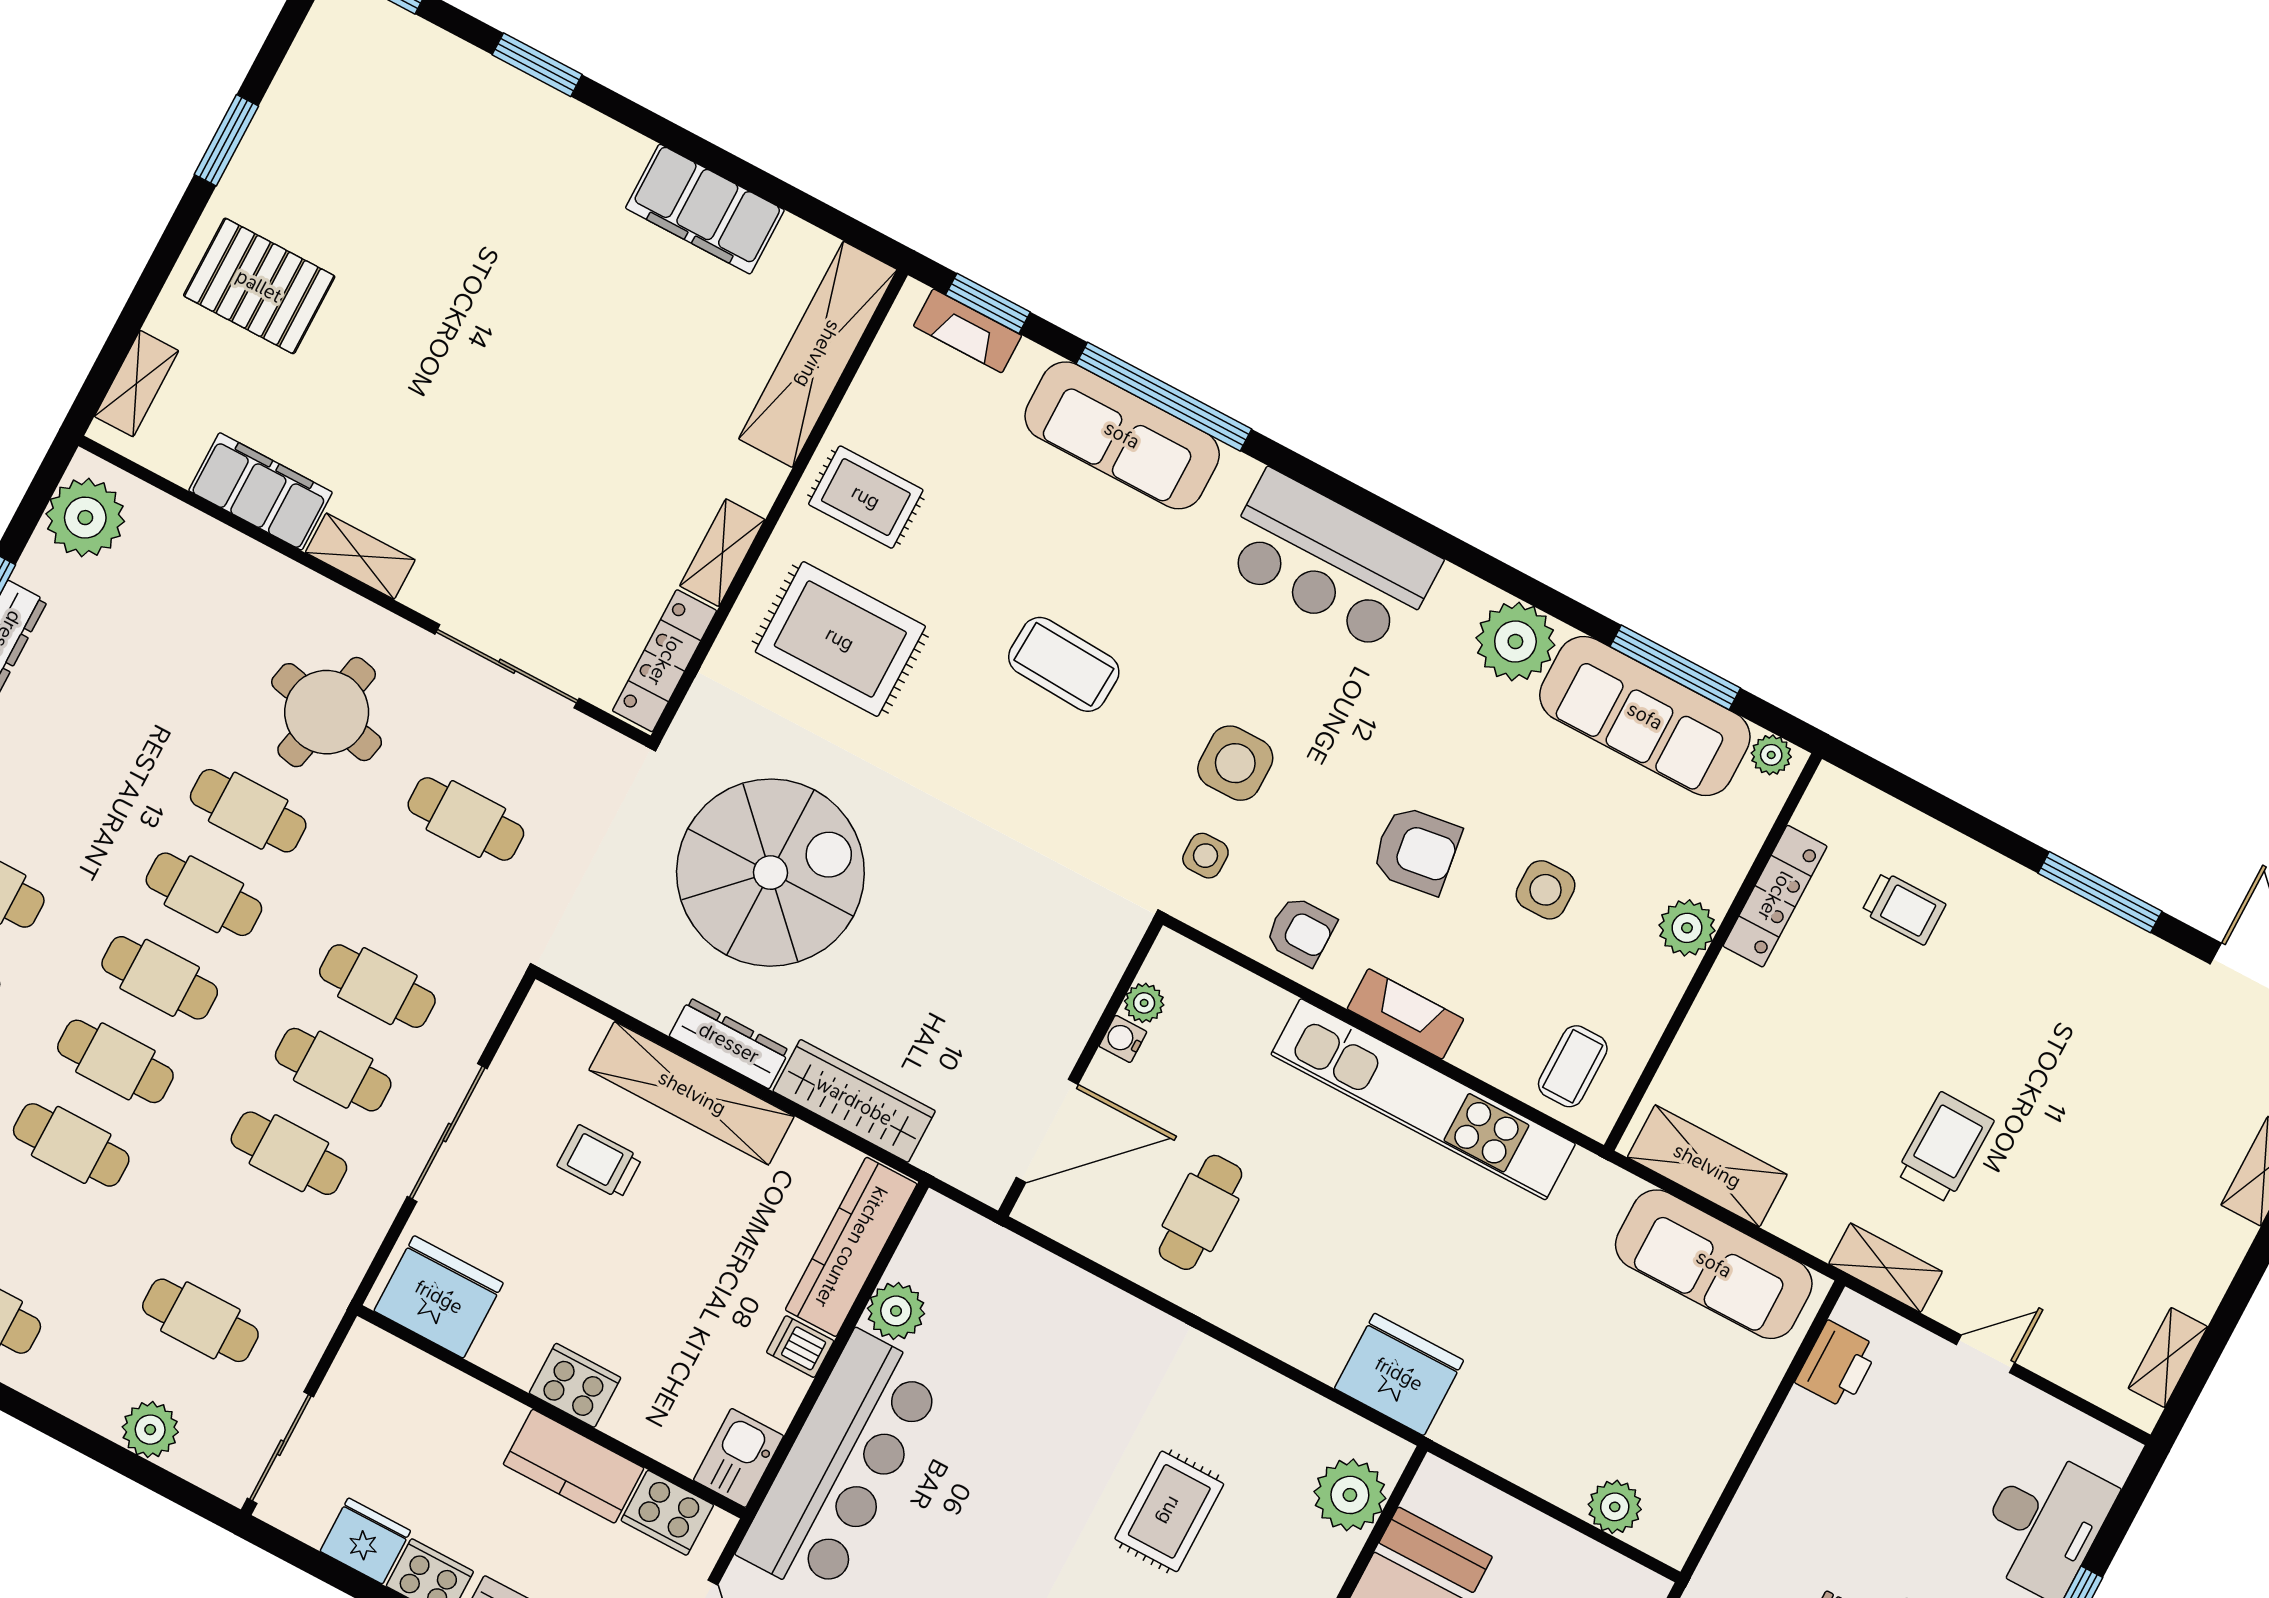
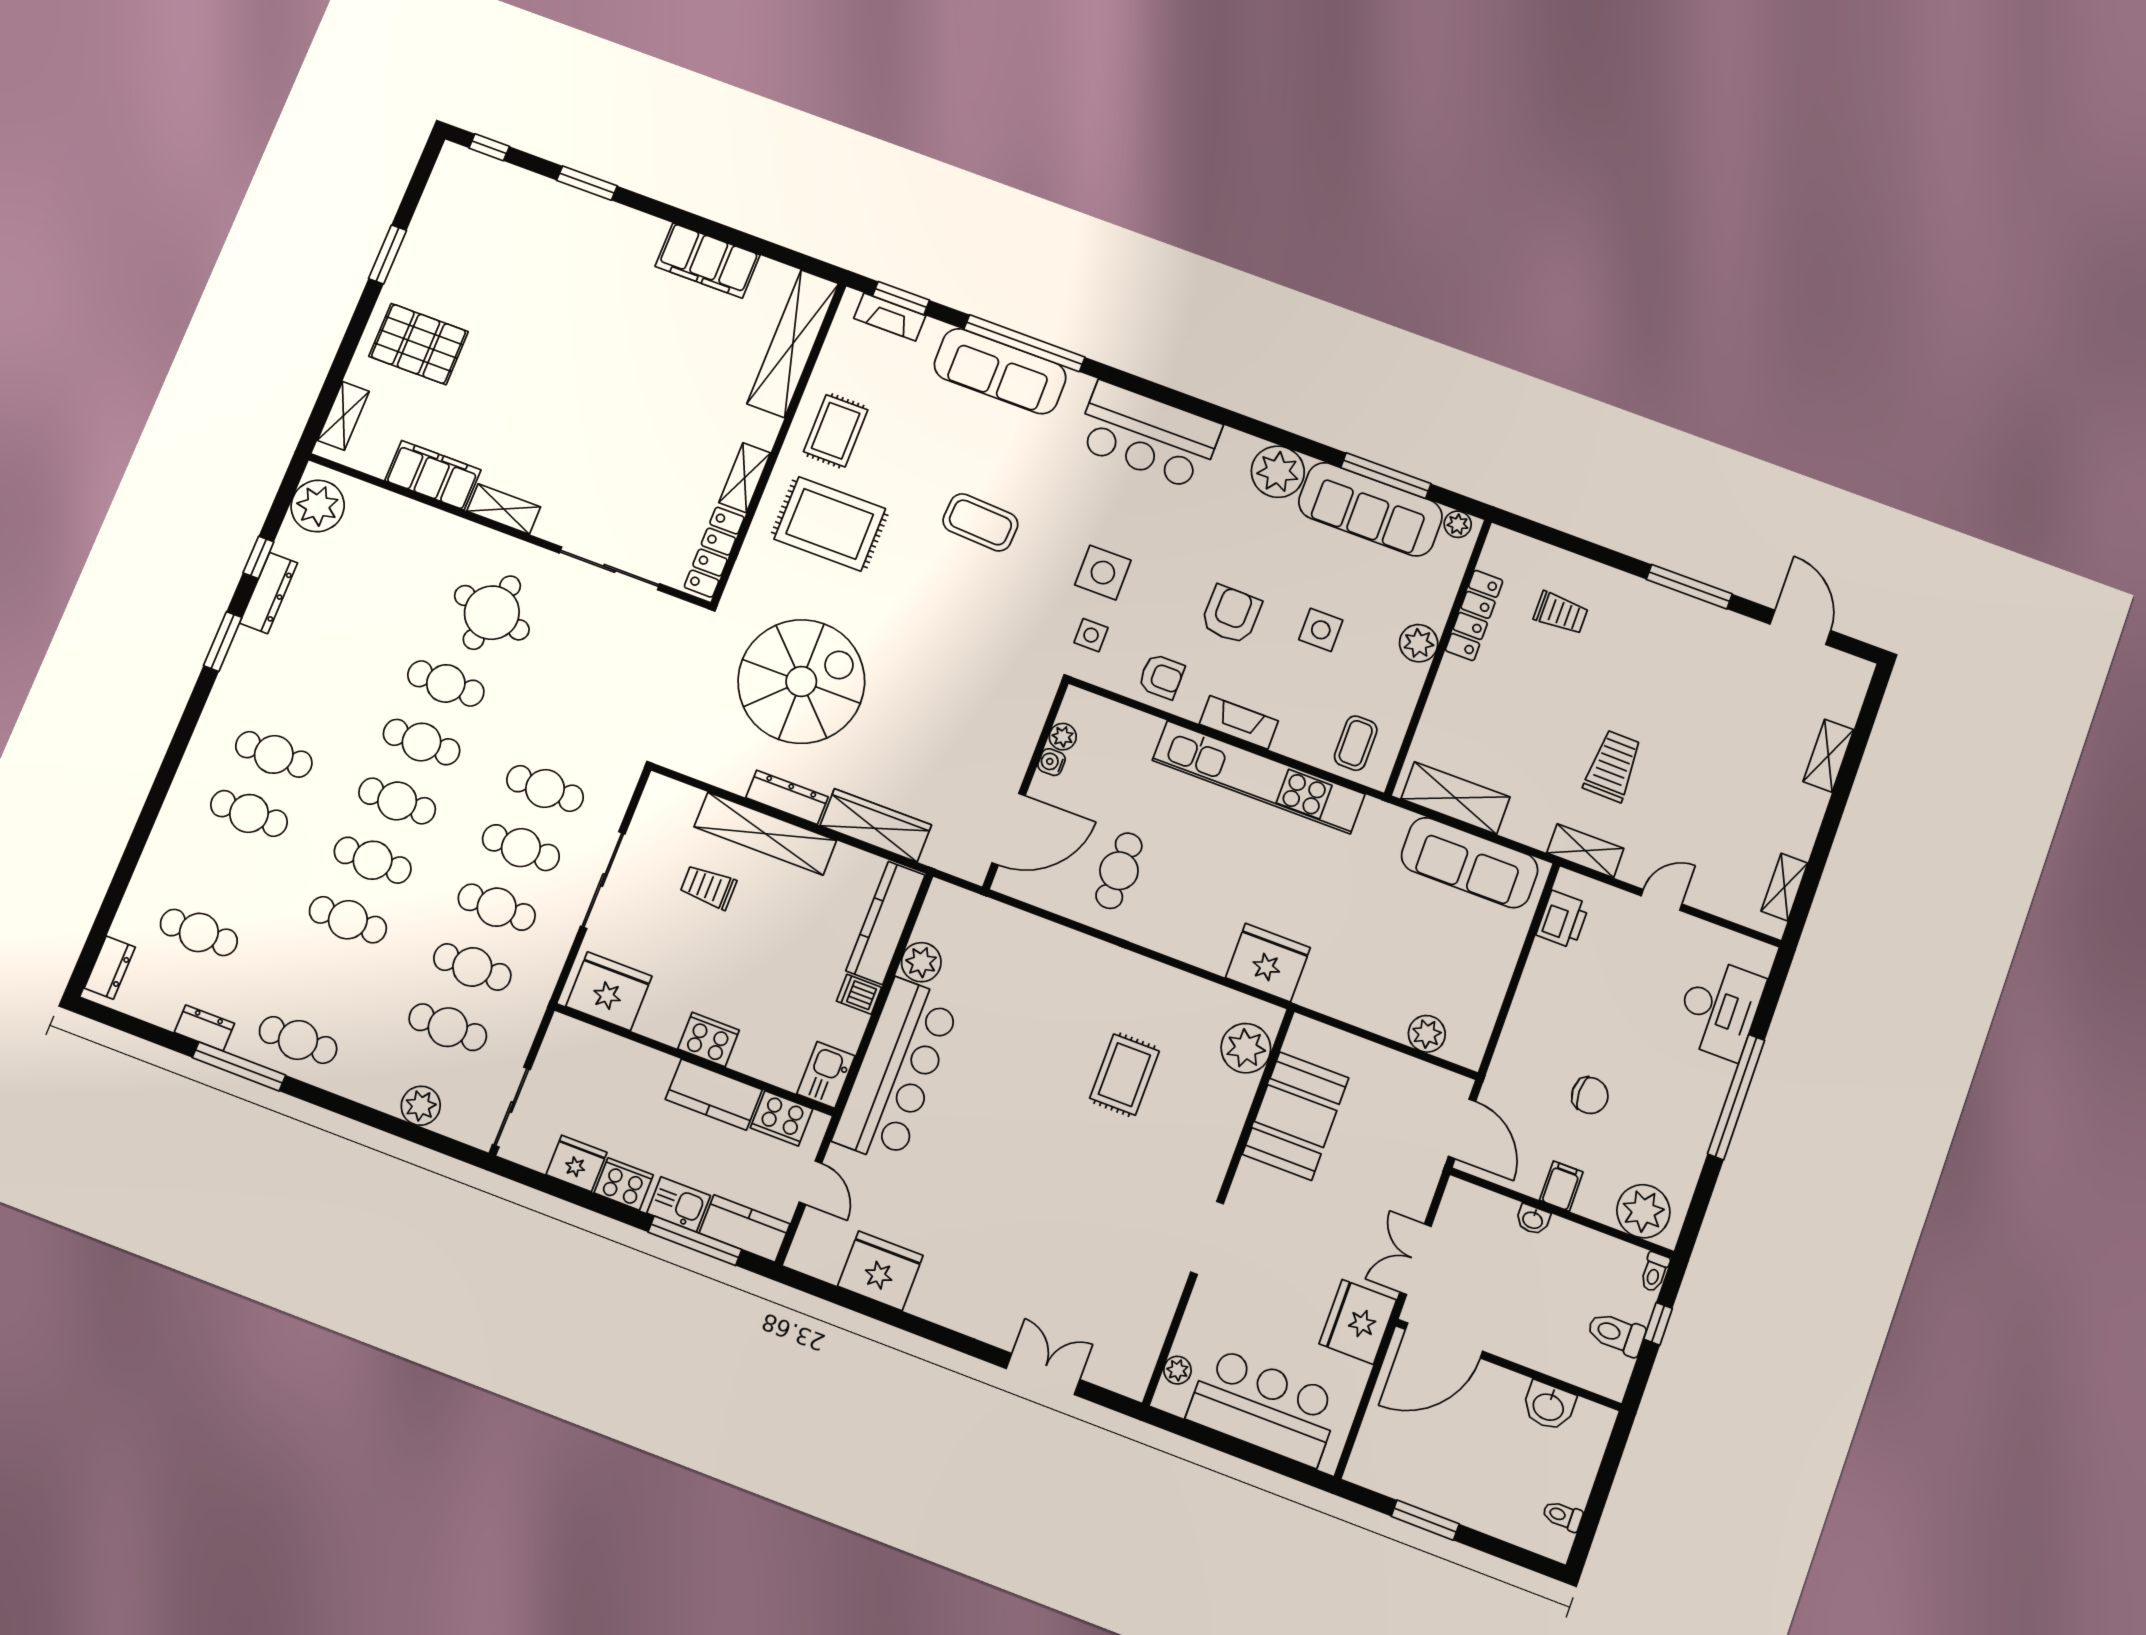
rug: (866, 497) -> (836, 431), turned 90
cafe table: (466, 819) -> (472, 967), moved
armchair: (1416, 850) -> (1231, 614), turned -81

